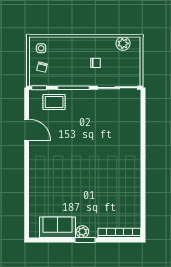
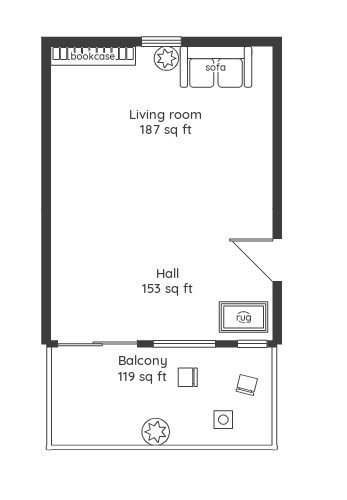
plant: (123, 43) -> (156, 432), moved
side table: (41, 48) -> (223, 420), moved
chair: (95, 63) -> (188, 377), moved
rug: (54, 102) -> (244, 317), moved

